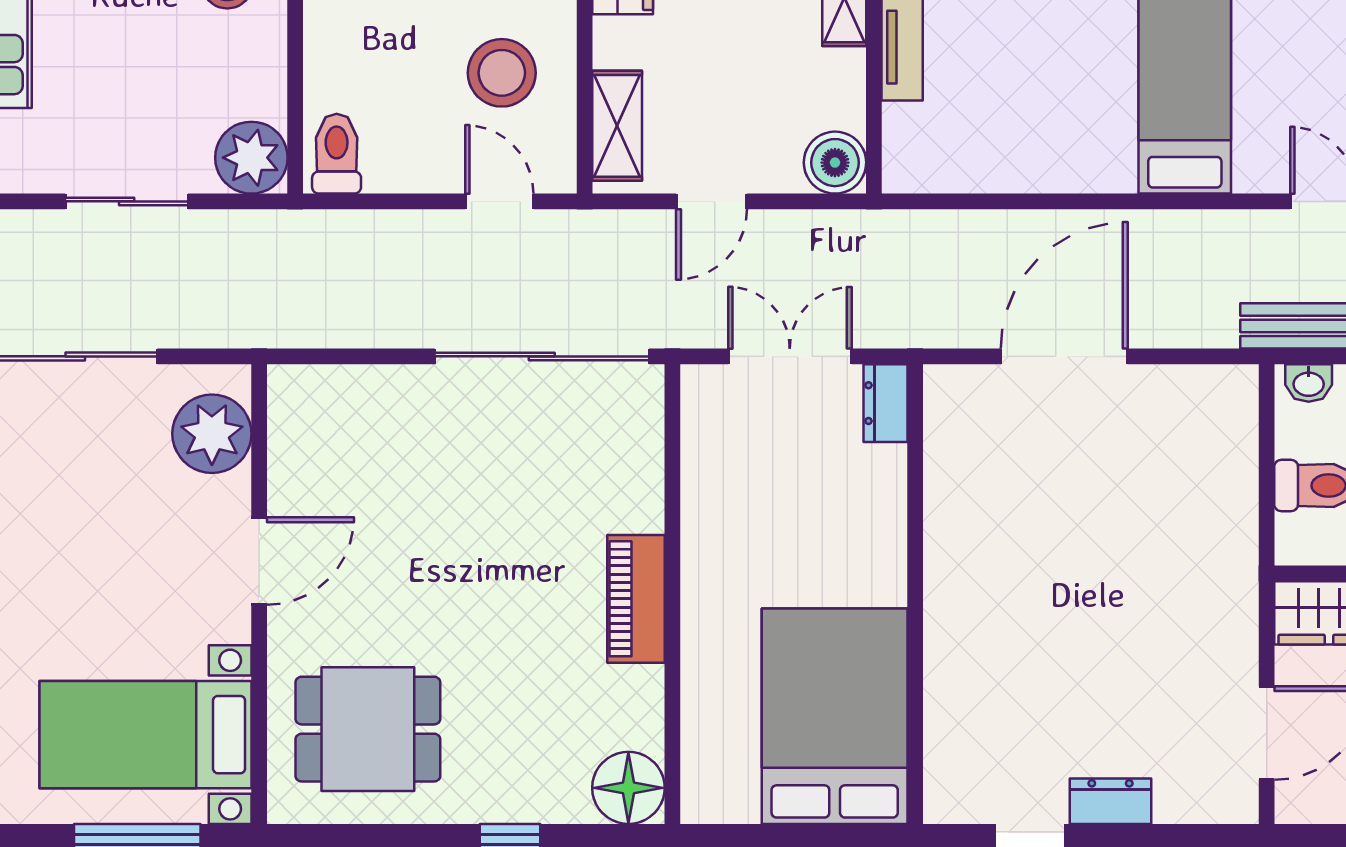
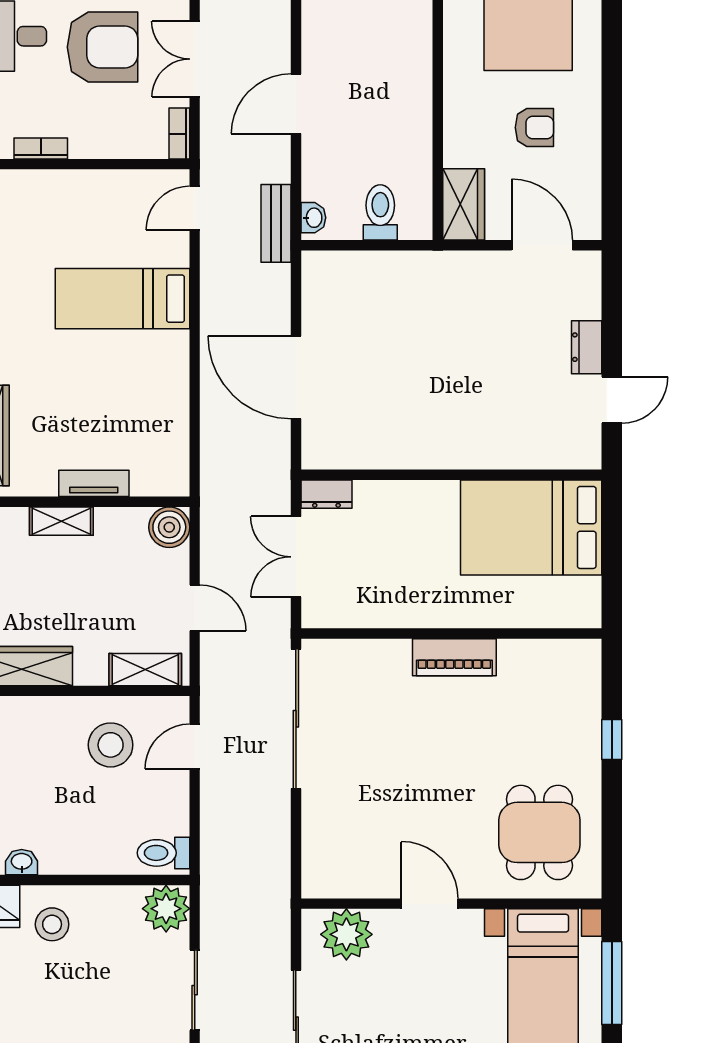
floor lamp: (628, 788) -> (578, 662), removed

